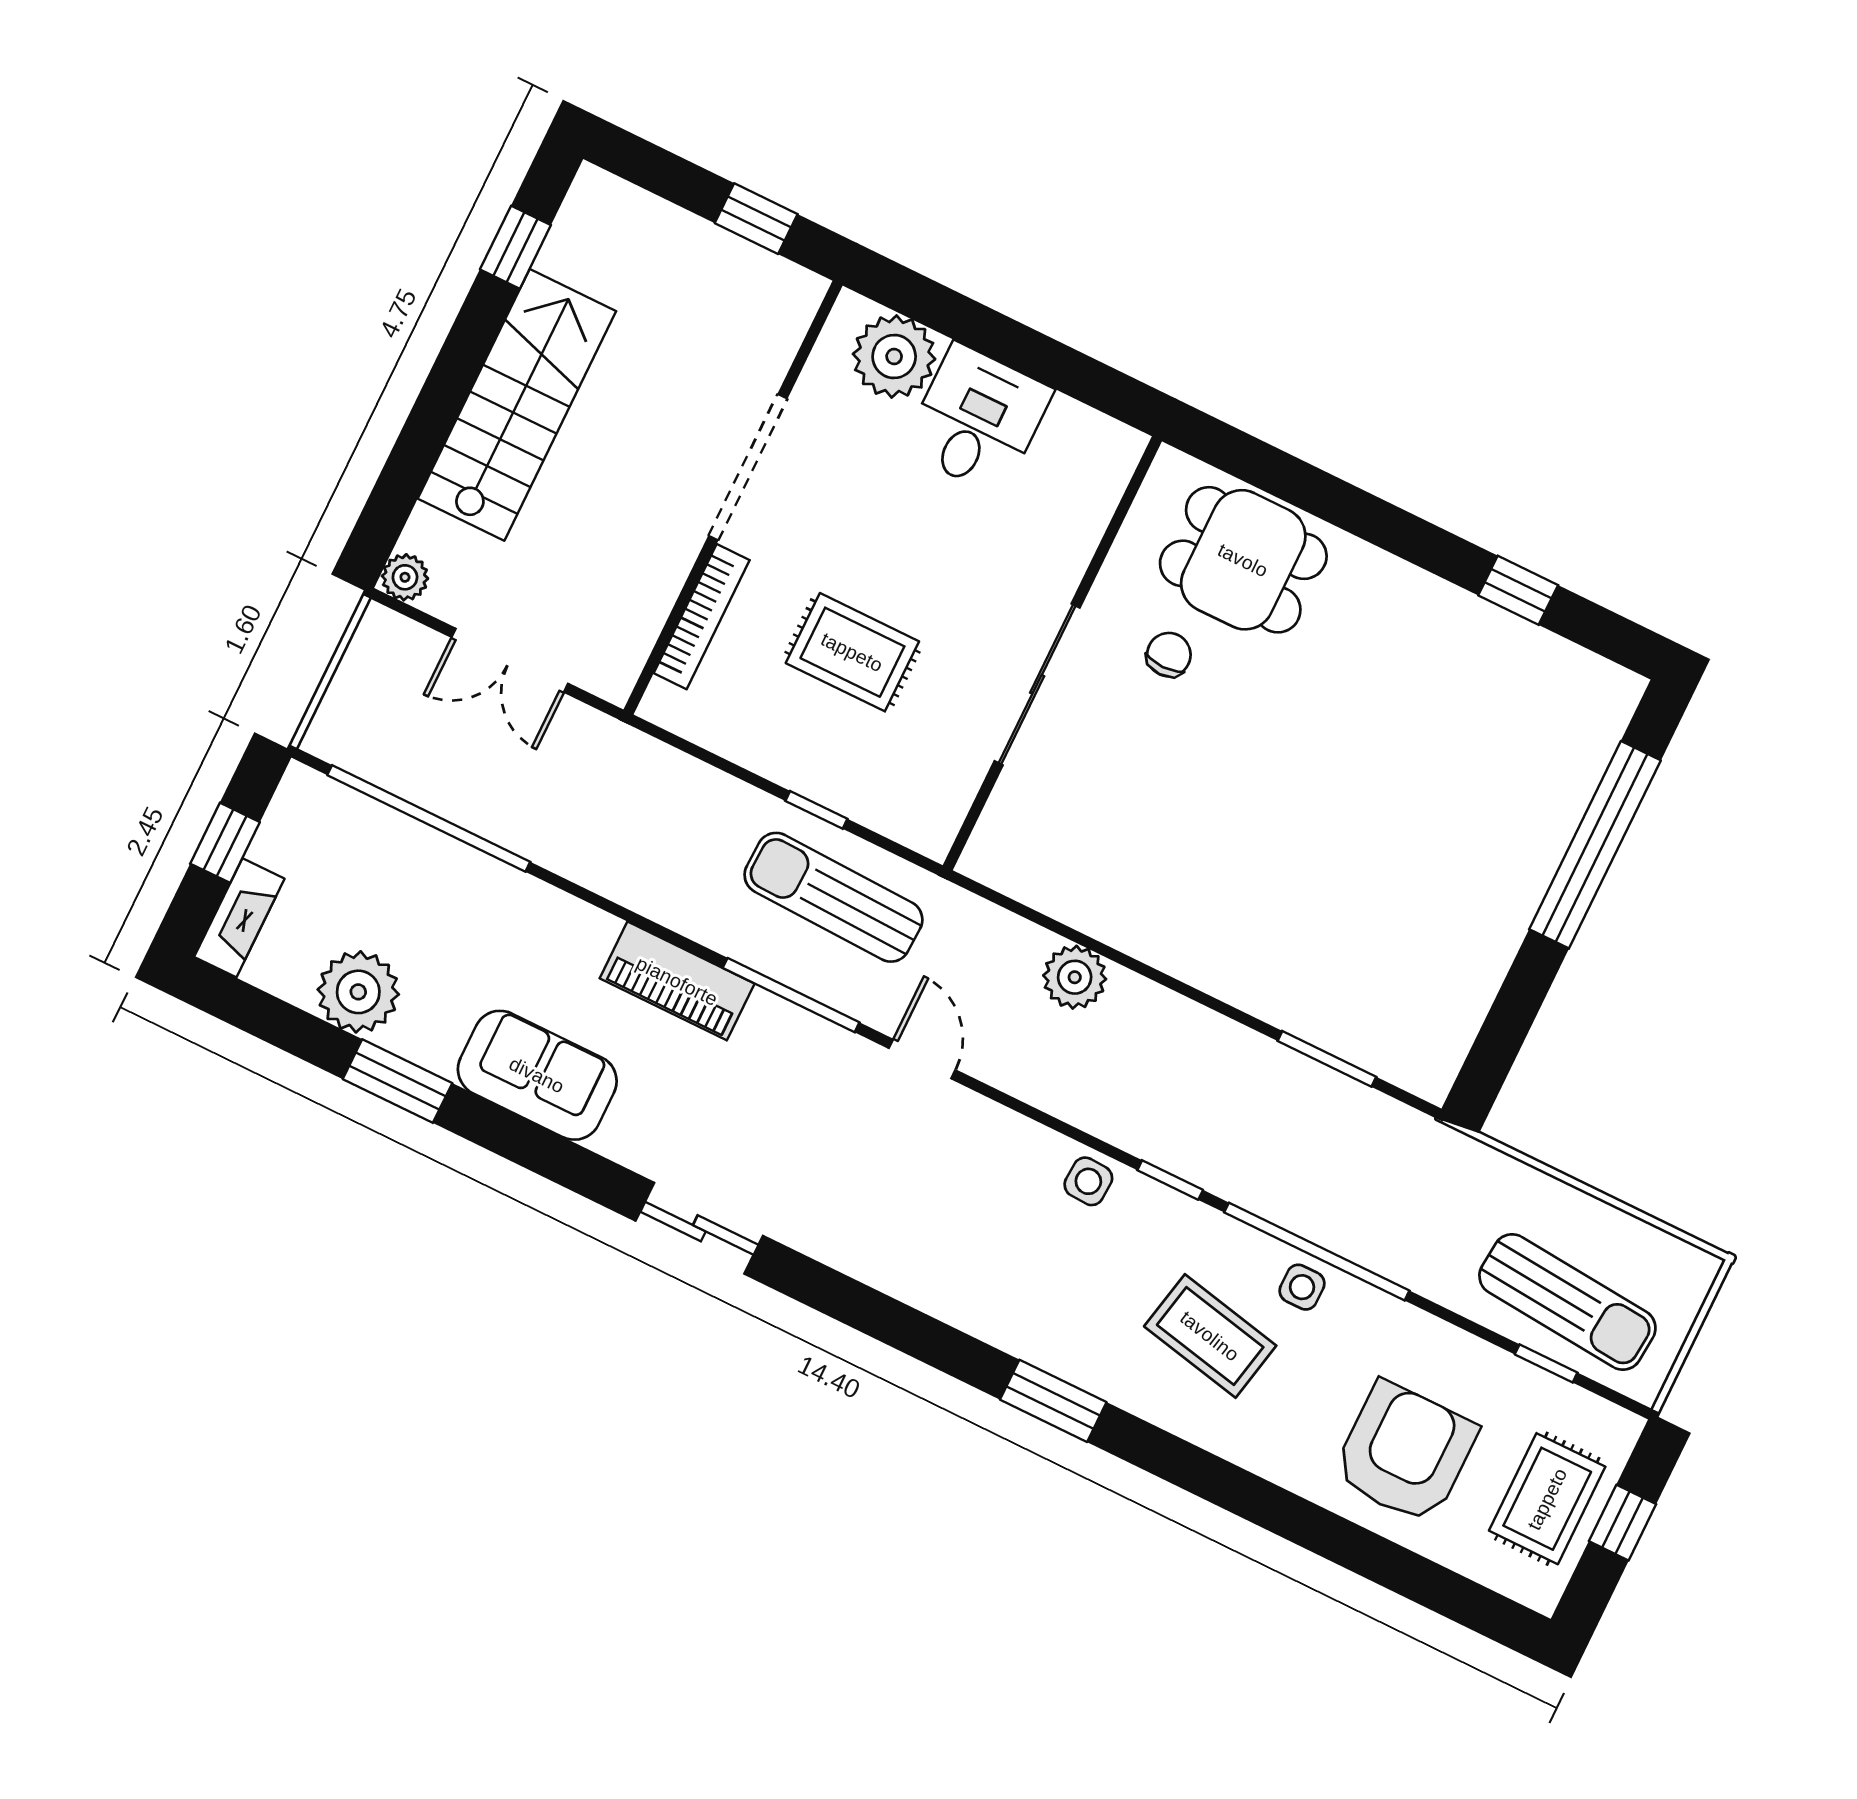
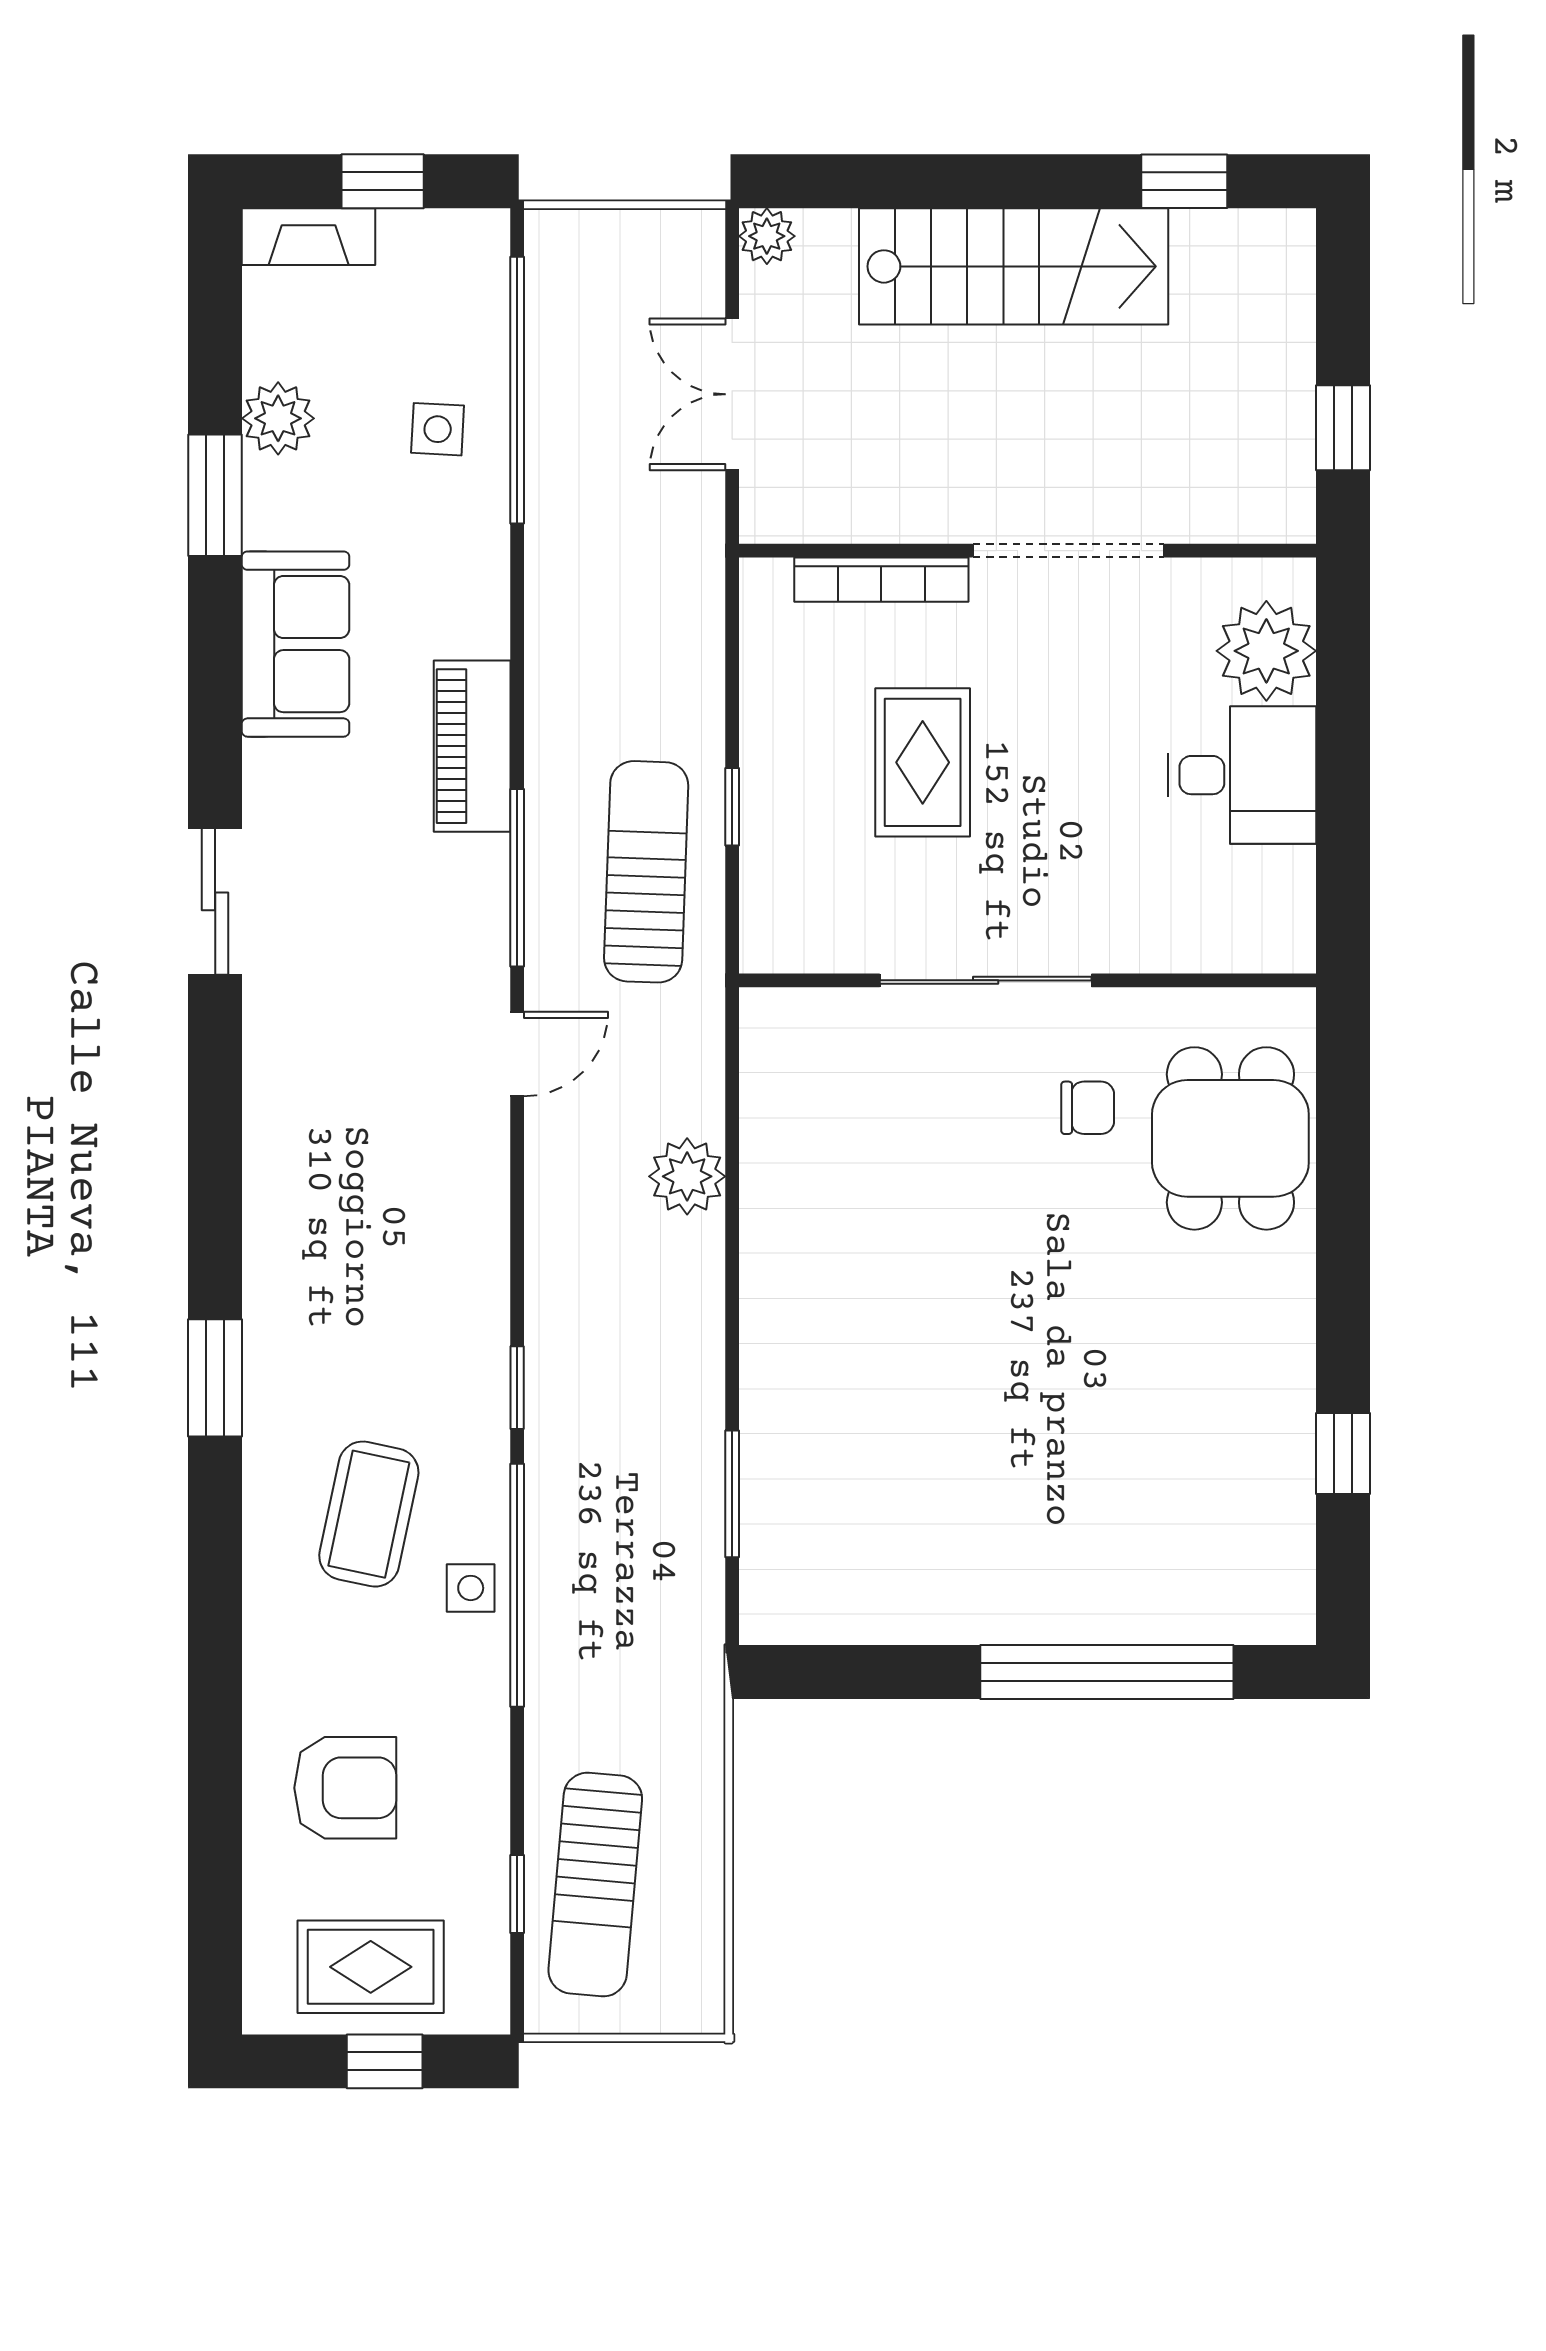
plant: (358, 992) -> (278, 418), width x0.73, depth x0.73
side table: (1088, 1181) -> (438, 429), moved
armchair: (1405, 1453) -> (345, 1788), width x0.73, depth x0.73

